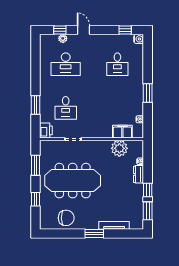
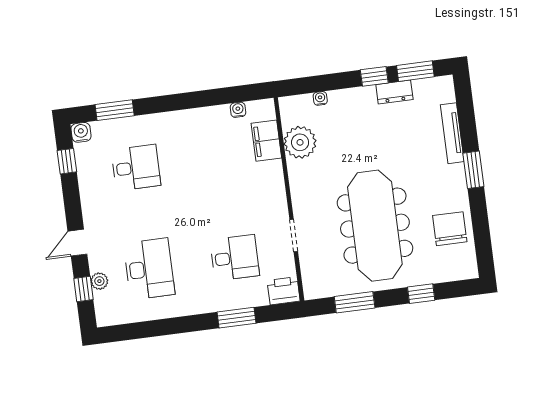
window: (148, 93) -> (115, 110), moved
dresser: (138, 174) -> (394, 92), moved

